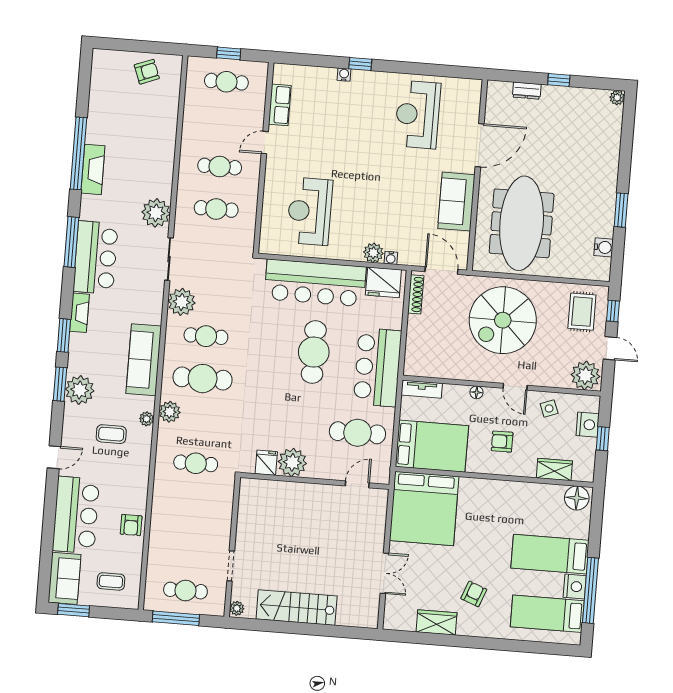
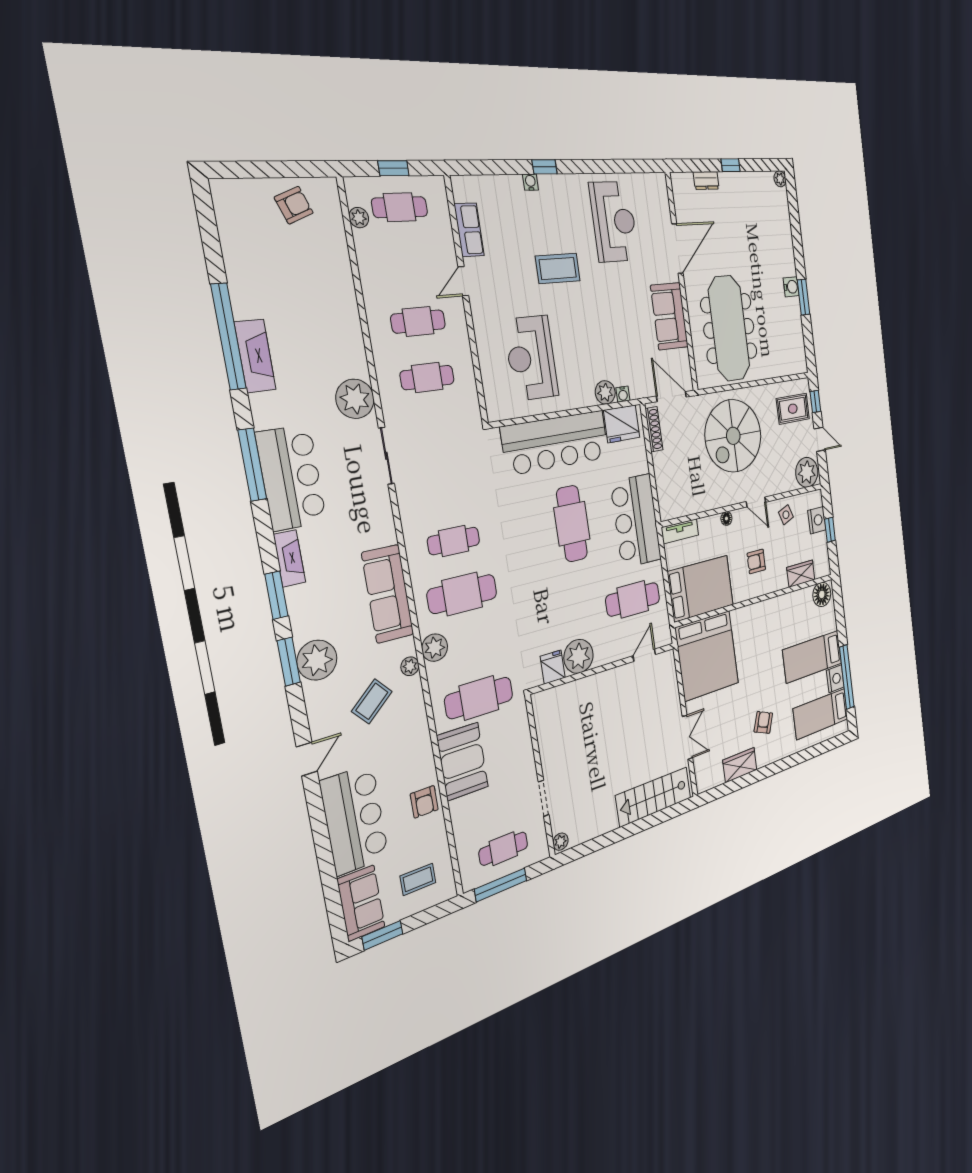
reception desk: (418, 115) -> (614, 222), turned 180
coffee table: (352, 145) -> (558, 268), added
water cooler: (604, 247) -> (791, 287), moved
plant: (182, 302) -> (359, 218), moved, width x0.53, depth x0.53
rug: (582, 312) -> (793, 409), turned 90
coffee table: (111, 434) -> (372, 701), turned -41
cafe table: (196, 463) -> (479, 698), width x1.37, depth x1.35
booth: (169, 507) -> (462, 761), added
stairs: (297, 608) -> (654, 797), moved

